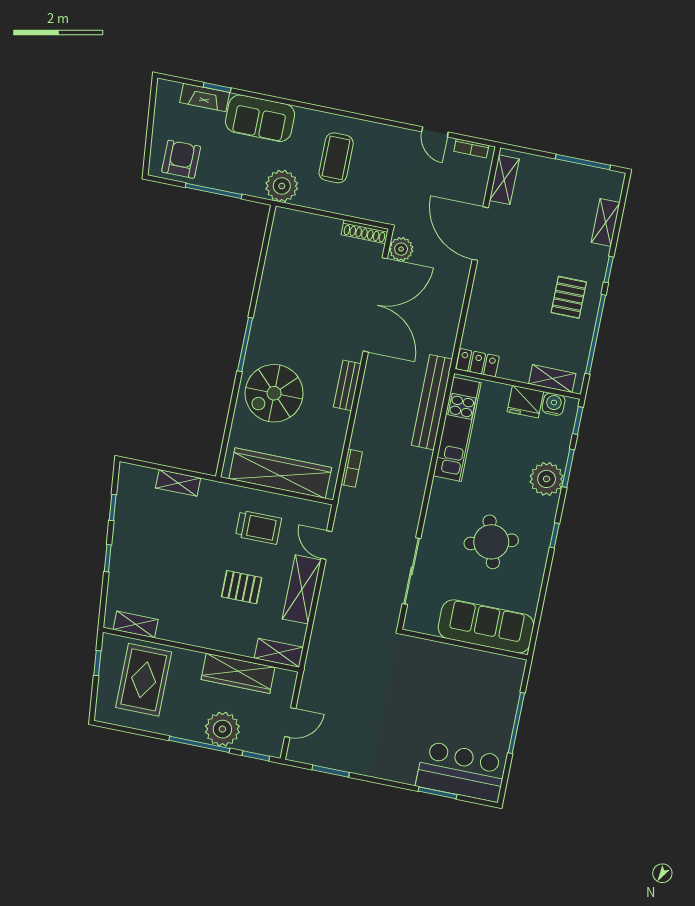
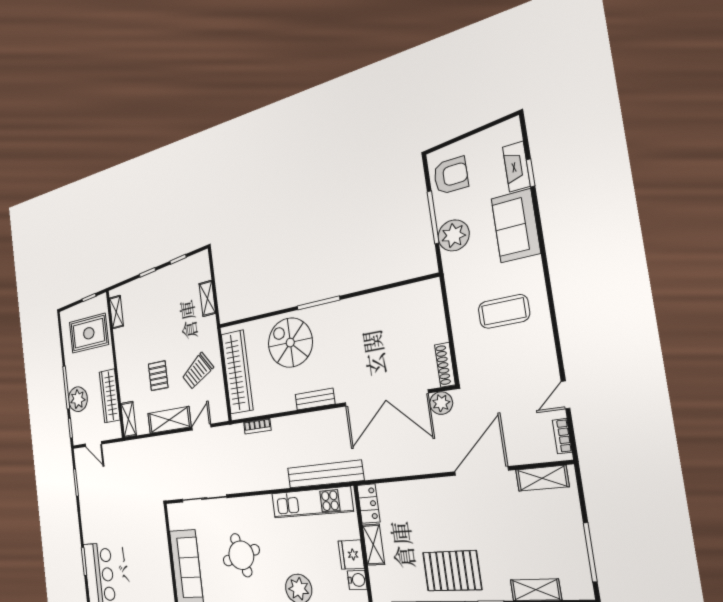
plant: (282, 186) -> (454, 235), moved
pallet: (569, 297) -> (452, 571), width x1.50, depth x1.42
shelving: (552, 379) -> (373, 545), moved
trolley: (258, 527) -> (198, 371), turned 55

